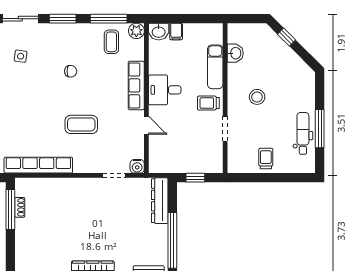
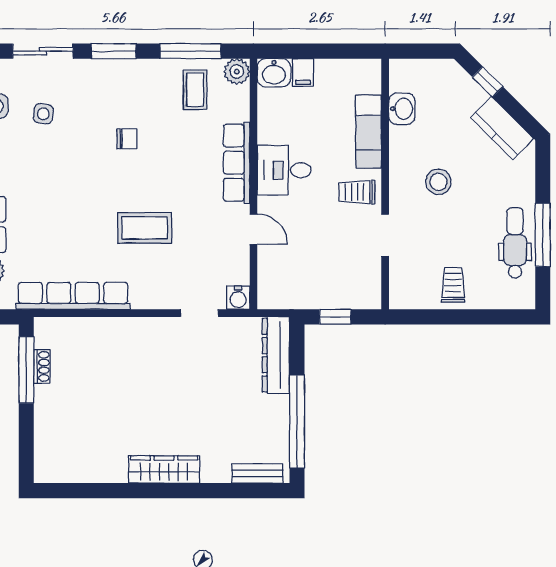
kitchen counter: (295, 65) -> (502, 128), added

